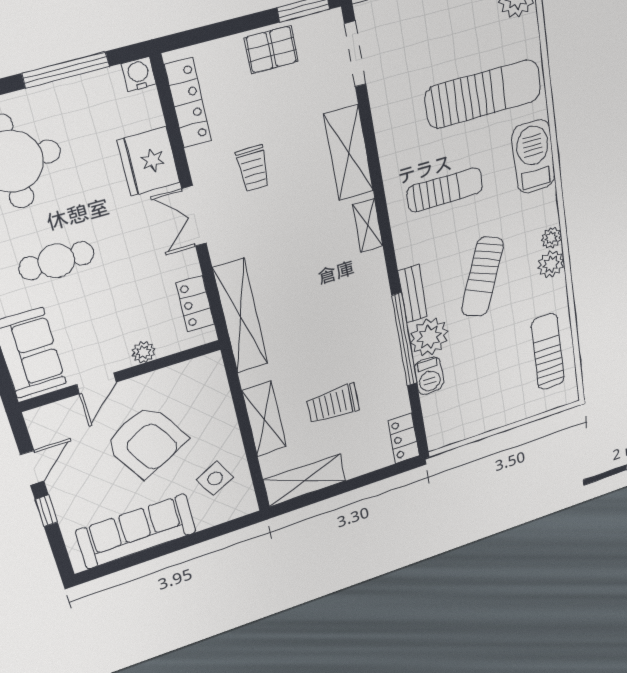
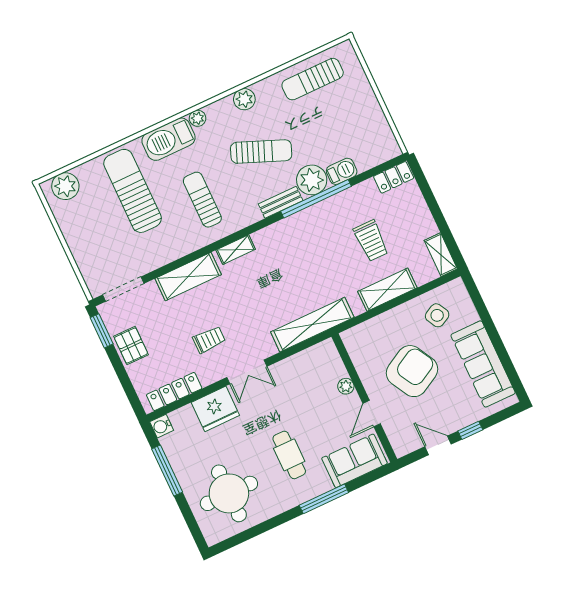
plant: (551, 238) -> (198, 118), moved
locker: (195, 304) -> (307, 358), removed
door: (97, 383) -> (372, 414), swing flipped
shelving: (305, 480) -> (441, 255), width x0.67, depth x0.75

